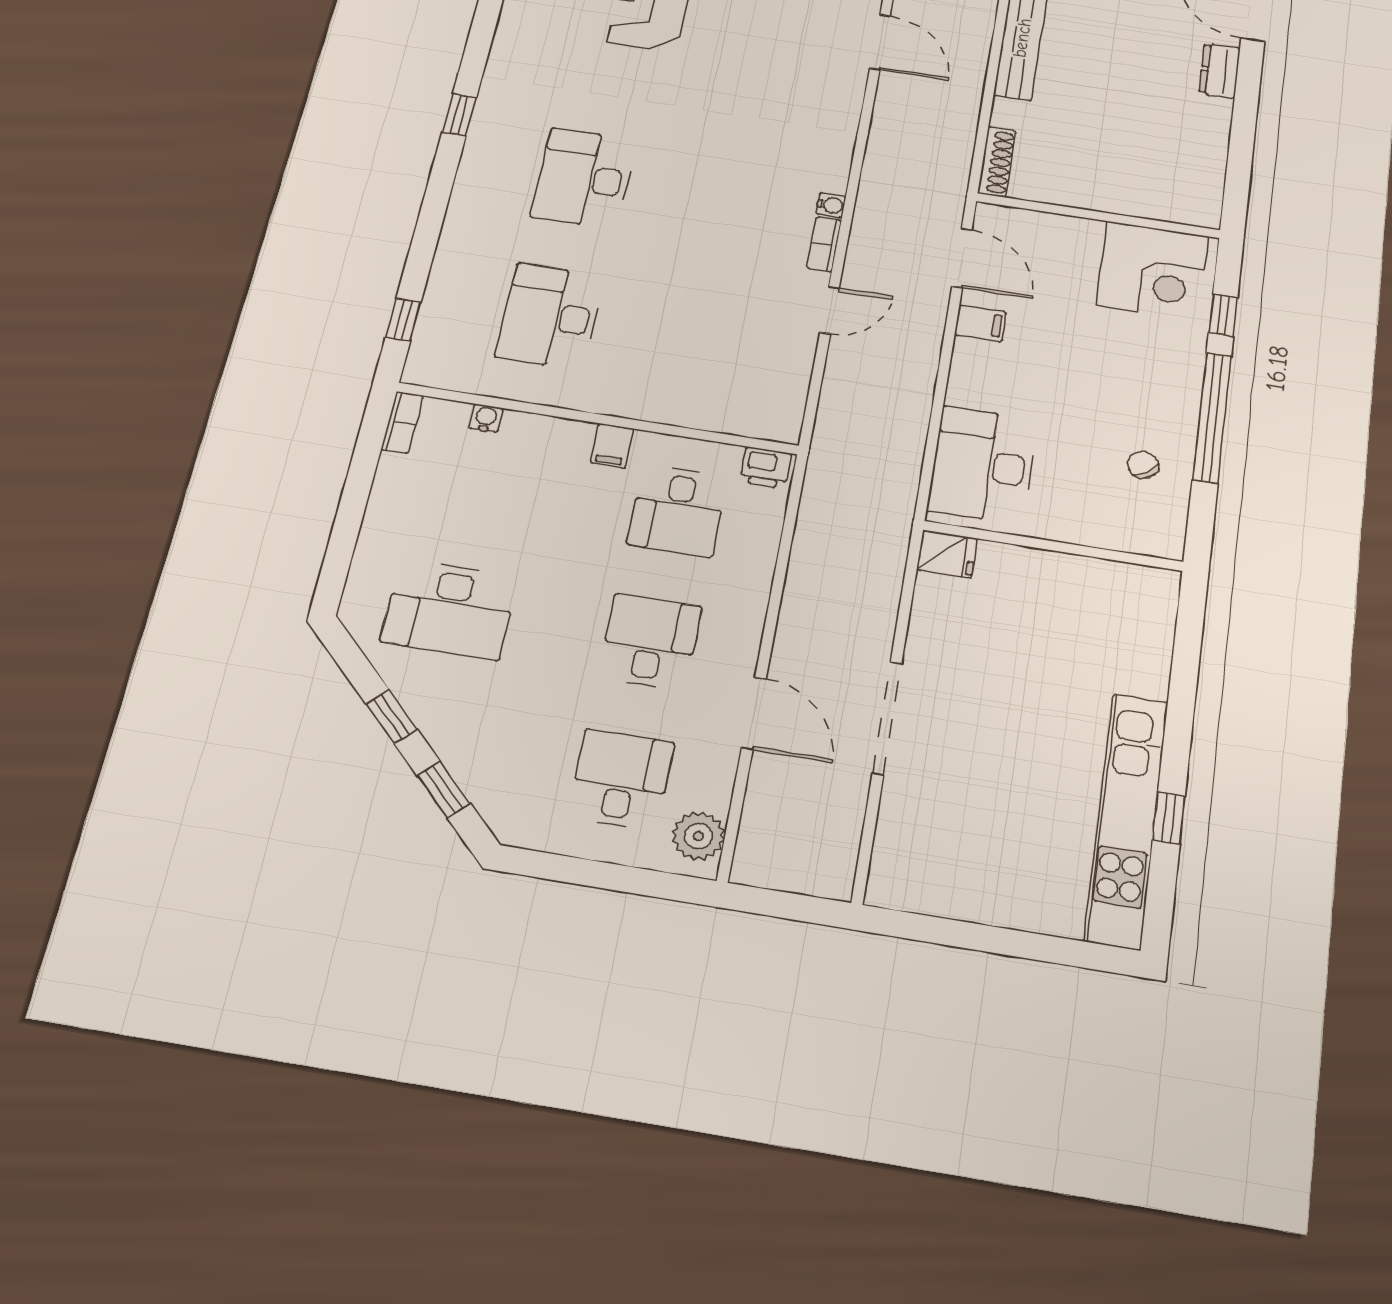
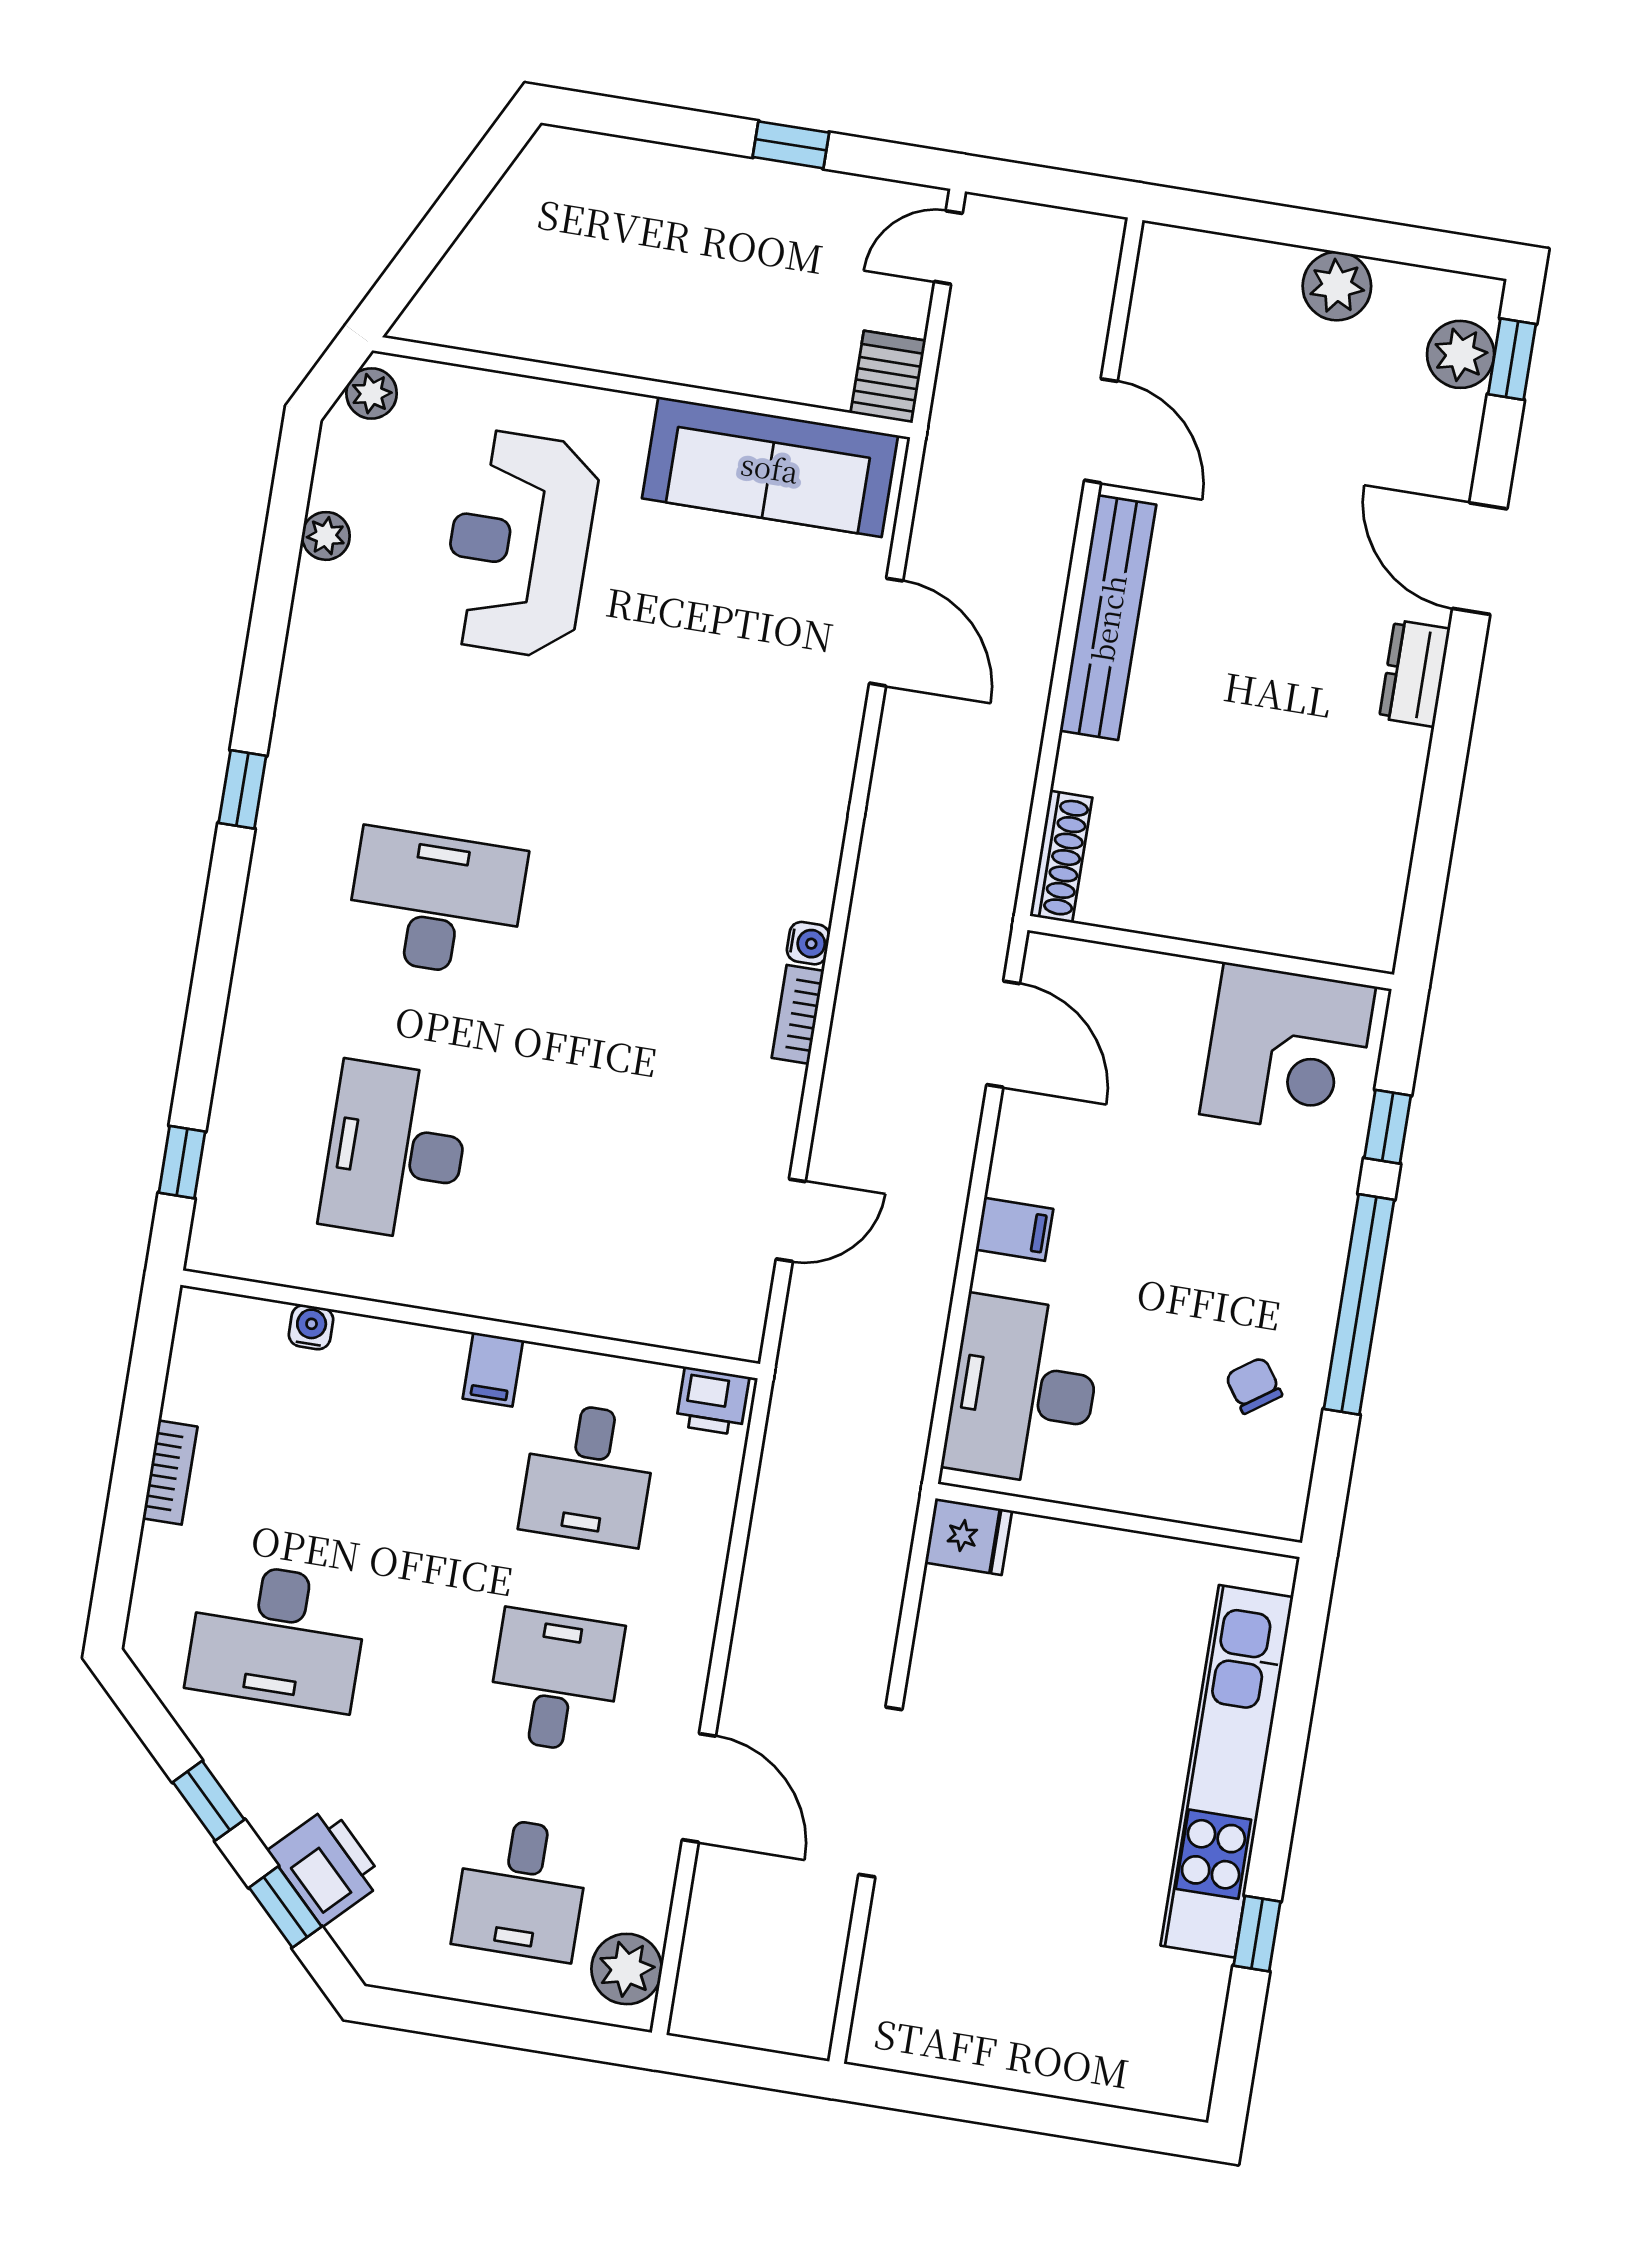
desk: (584, 178) -> (436, 903), turned 90
door: (830, 310) -> (791, 1220), moved
filing cabinet: (980, 323) -> (1014, 1229), moved
bookcase: (402, 422) -> (170, 1473), moved
printer: (476, 762) -> (326, 1866), added
desk: (621, 779) -> (521, 1889), turned 180
kitchen unit: (1127, 819) -> (1227, 1771), moved

